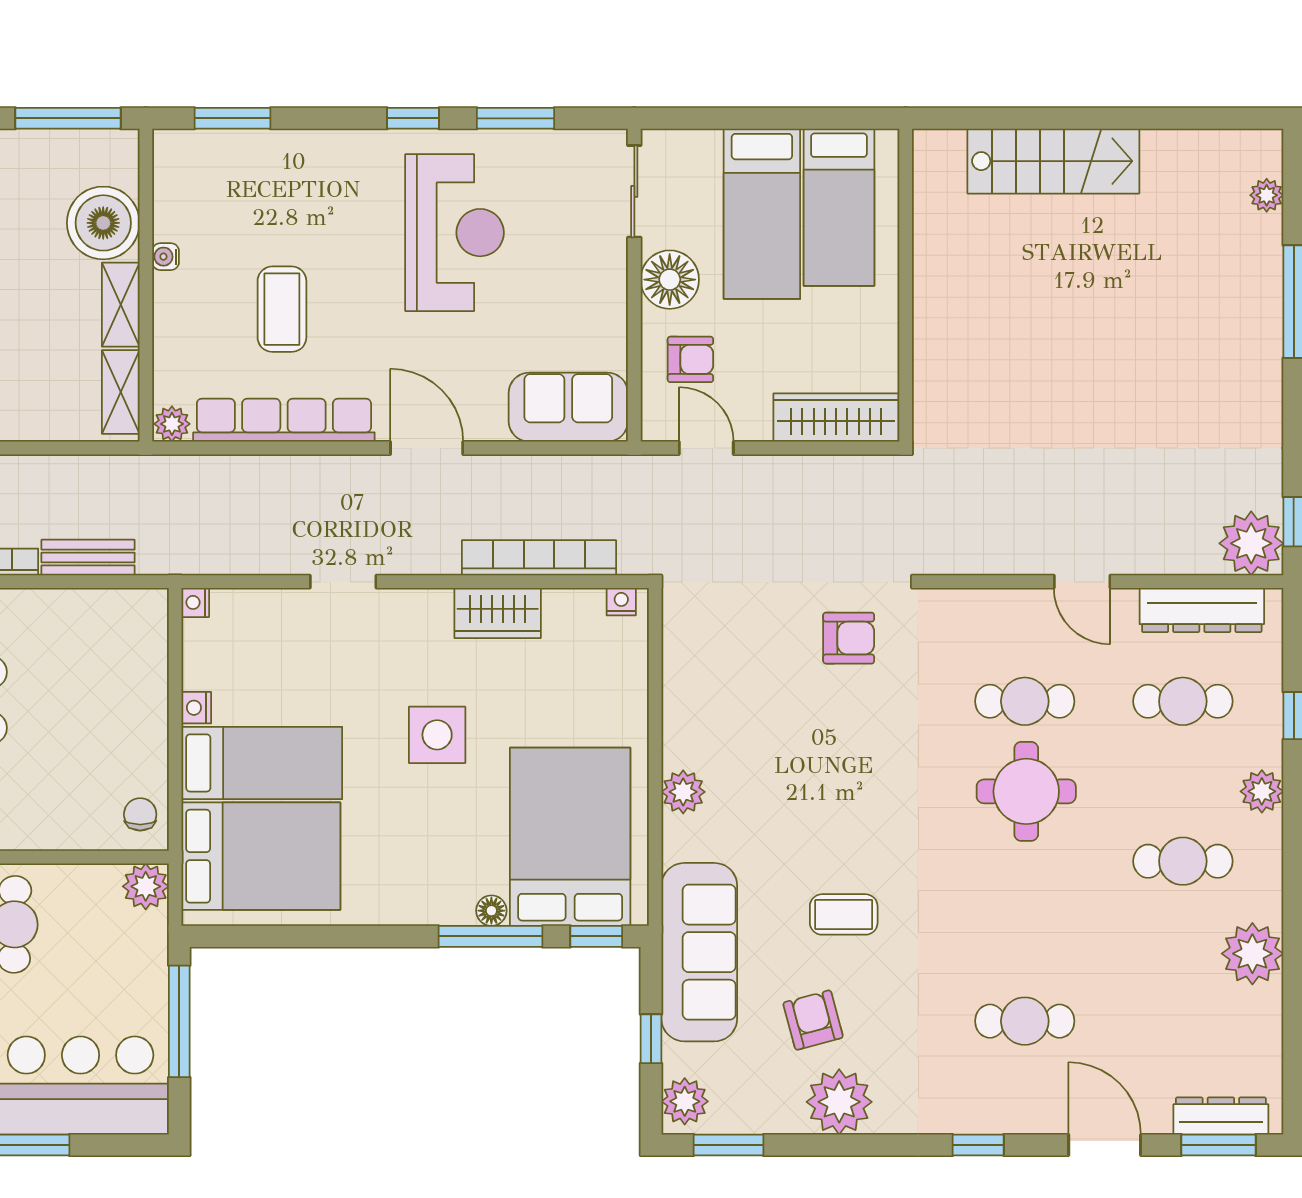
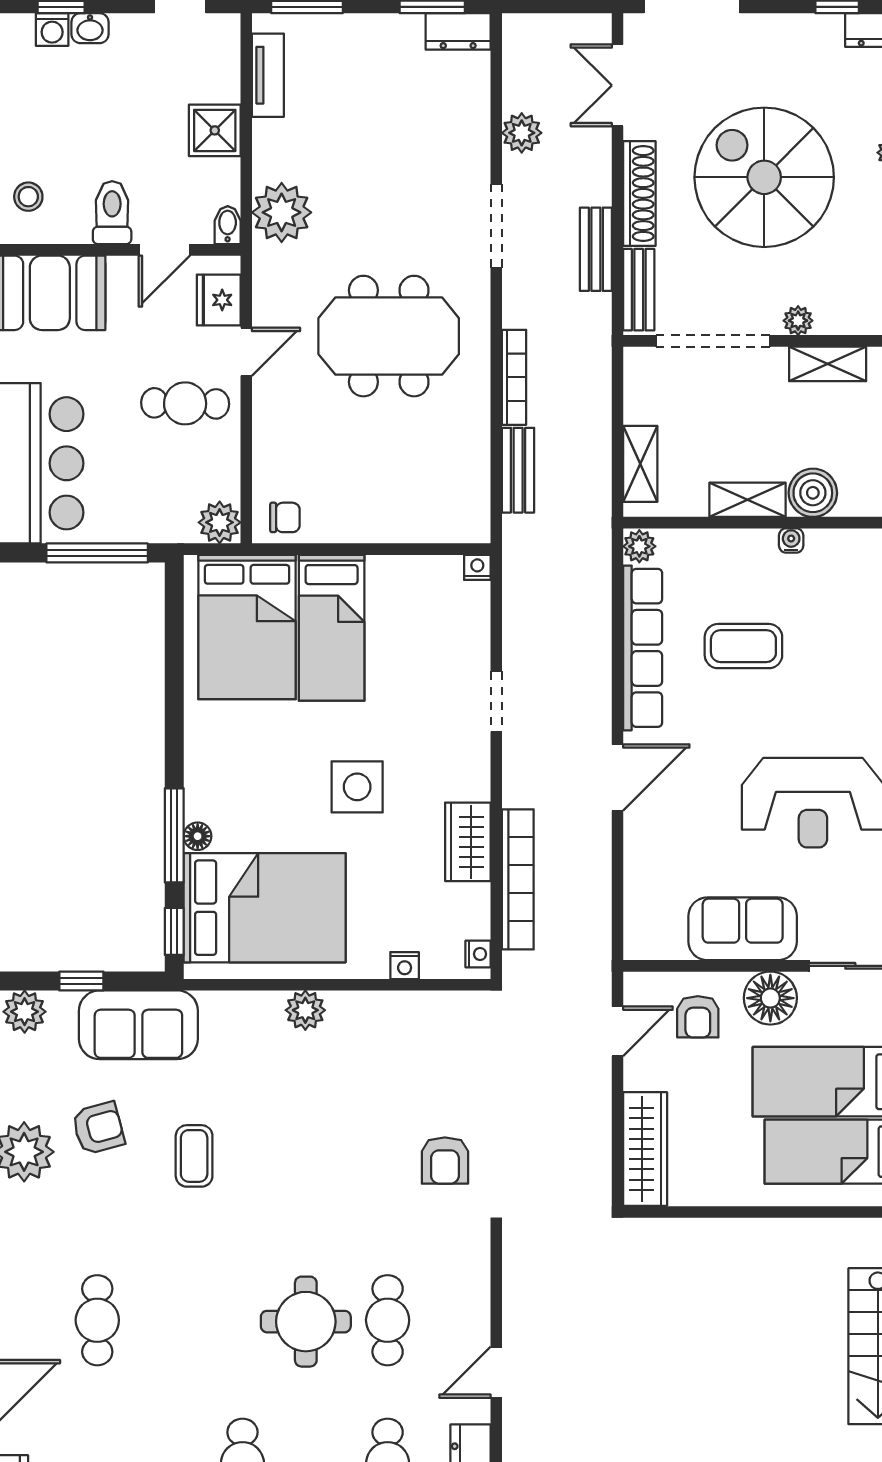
boiler: (103, 223) -> (813, 493), width x0.73, depth x0.73
shelving: (121, 392) -> (640, 464), moved, turned 90
sofa: (568, 407) -> (743, 929), moved, turned -90
nightstand: (196, 708) -> (405, 966), moved, turned 180
sofa: (699, 952) -> (138, 1025), width x0.73

